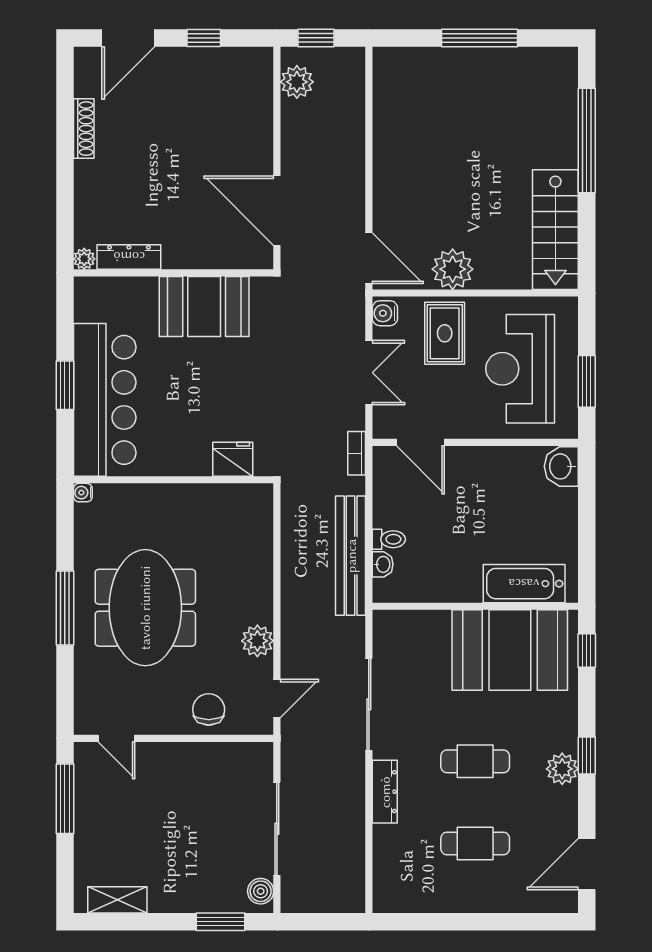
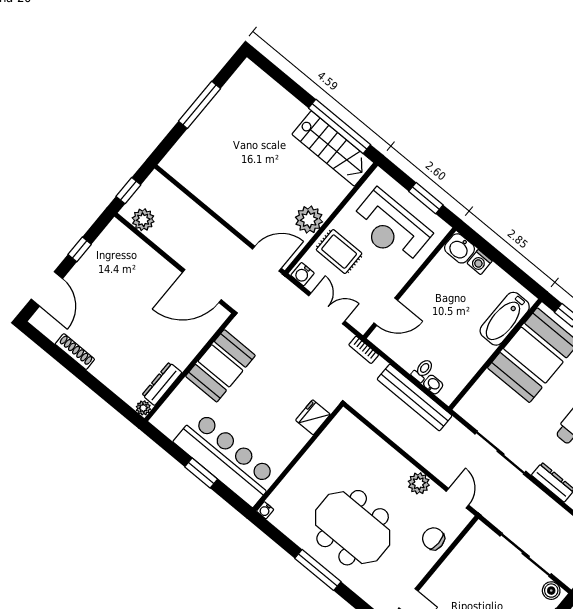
window: (587, 141) -> (340, 126), moved
washing machine: (565, 502) -> (480, 262), added

